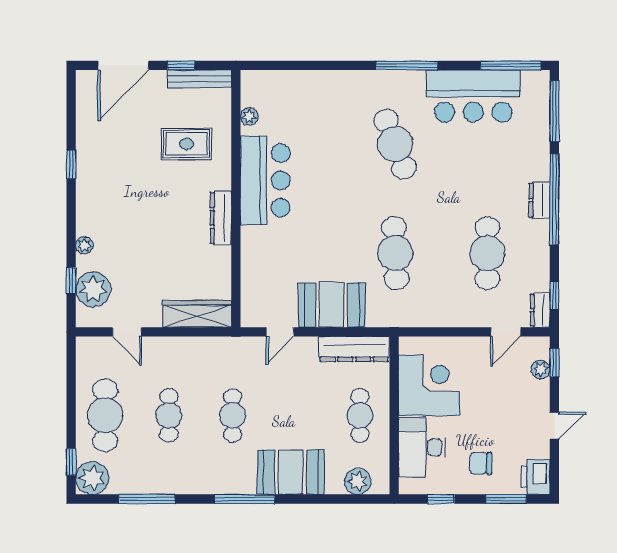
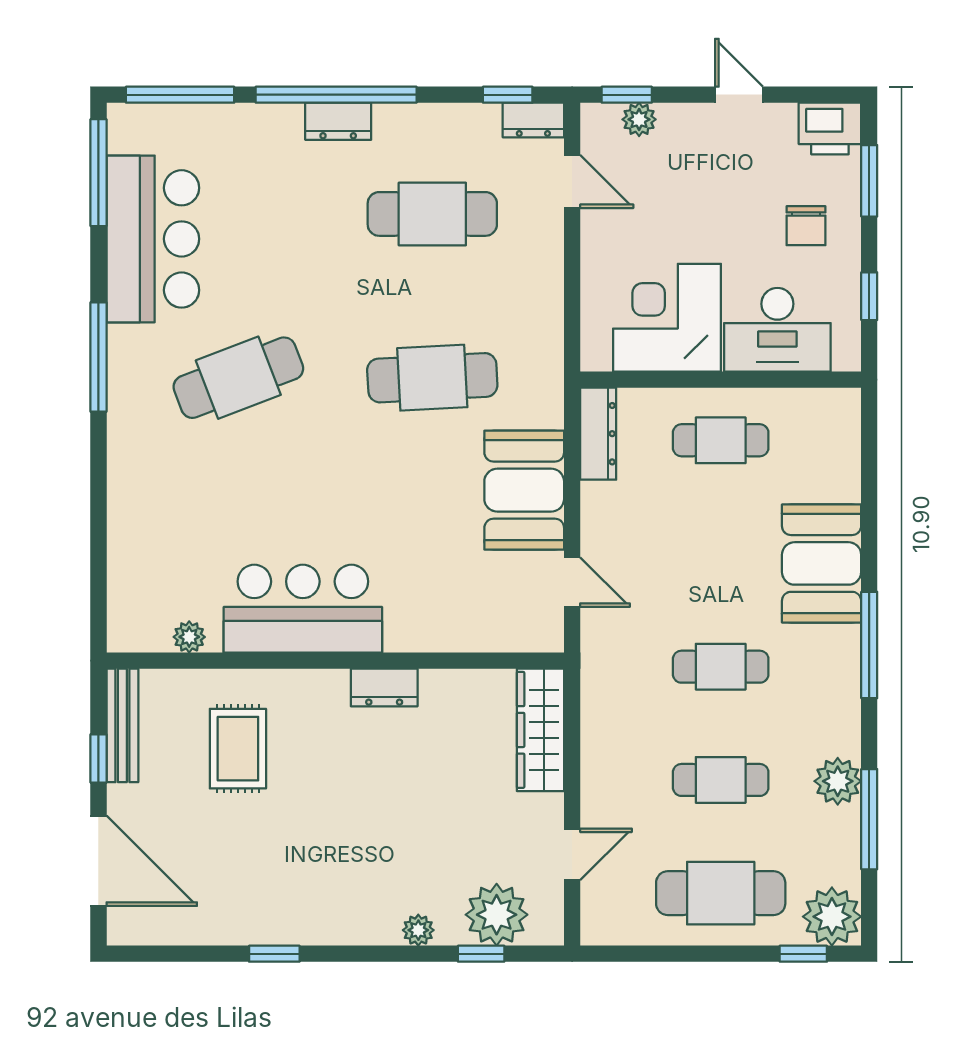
dresser: (221, 218) -> (384, 687), width x0.70
dresser: (354, 349) -> (598, 434), width x0.73, depth x0.80
plant: (358, 481) -> (838, 781), moved

